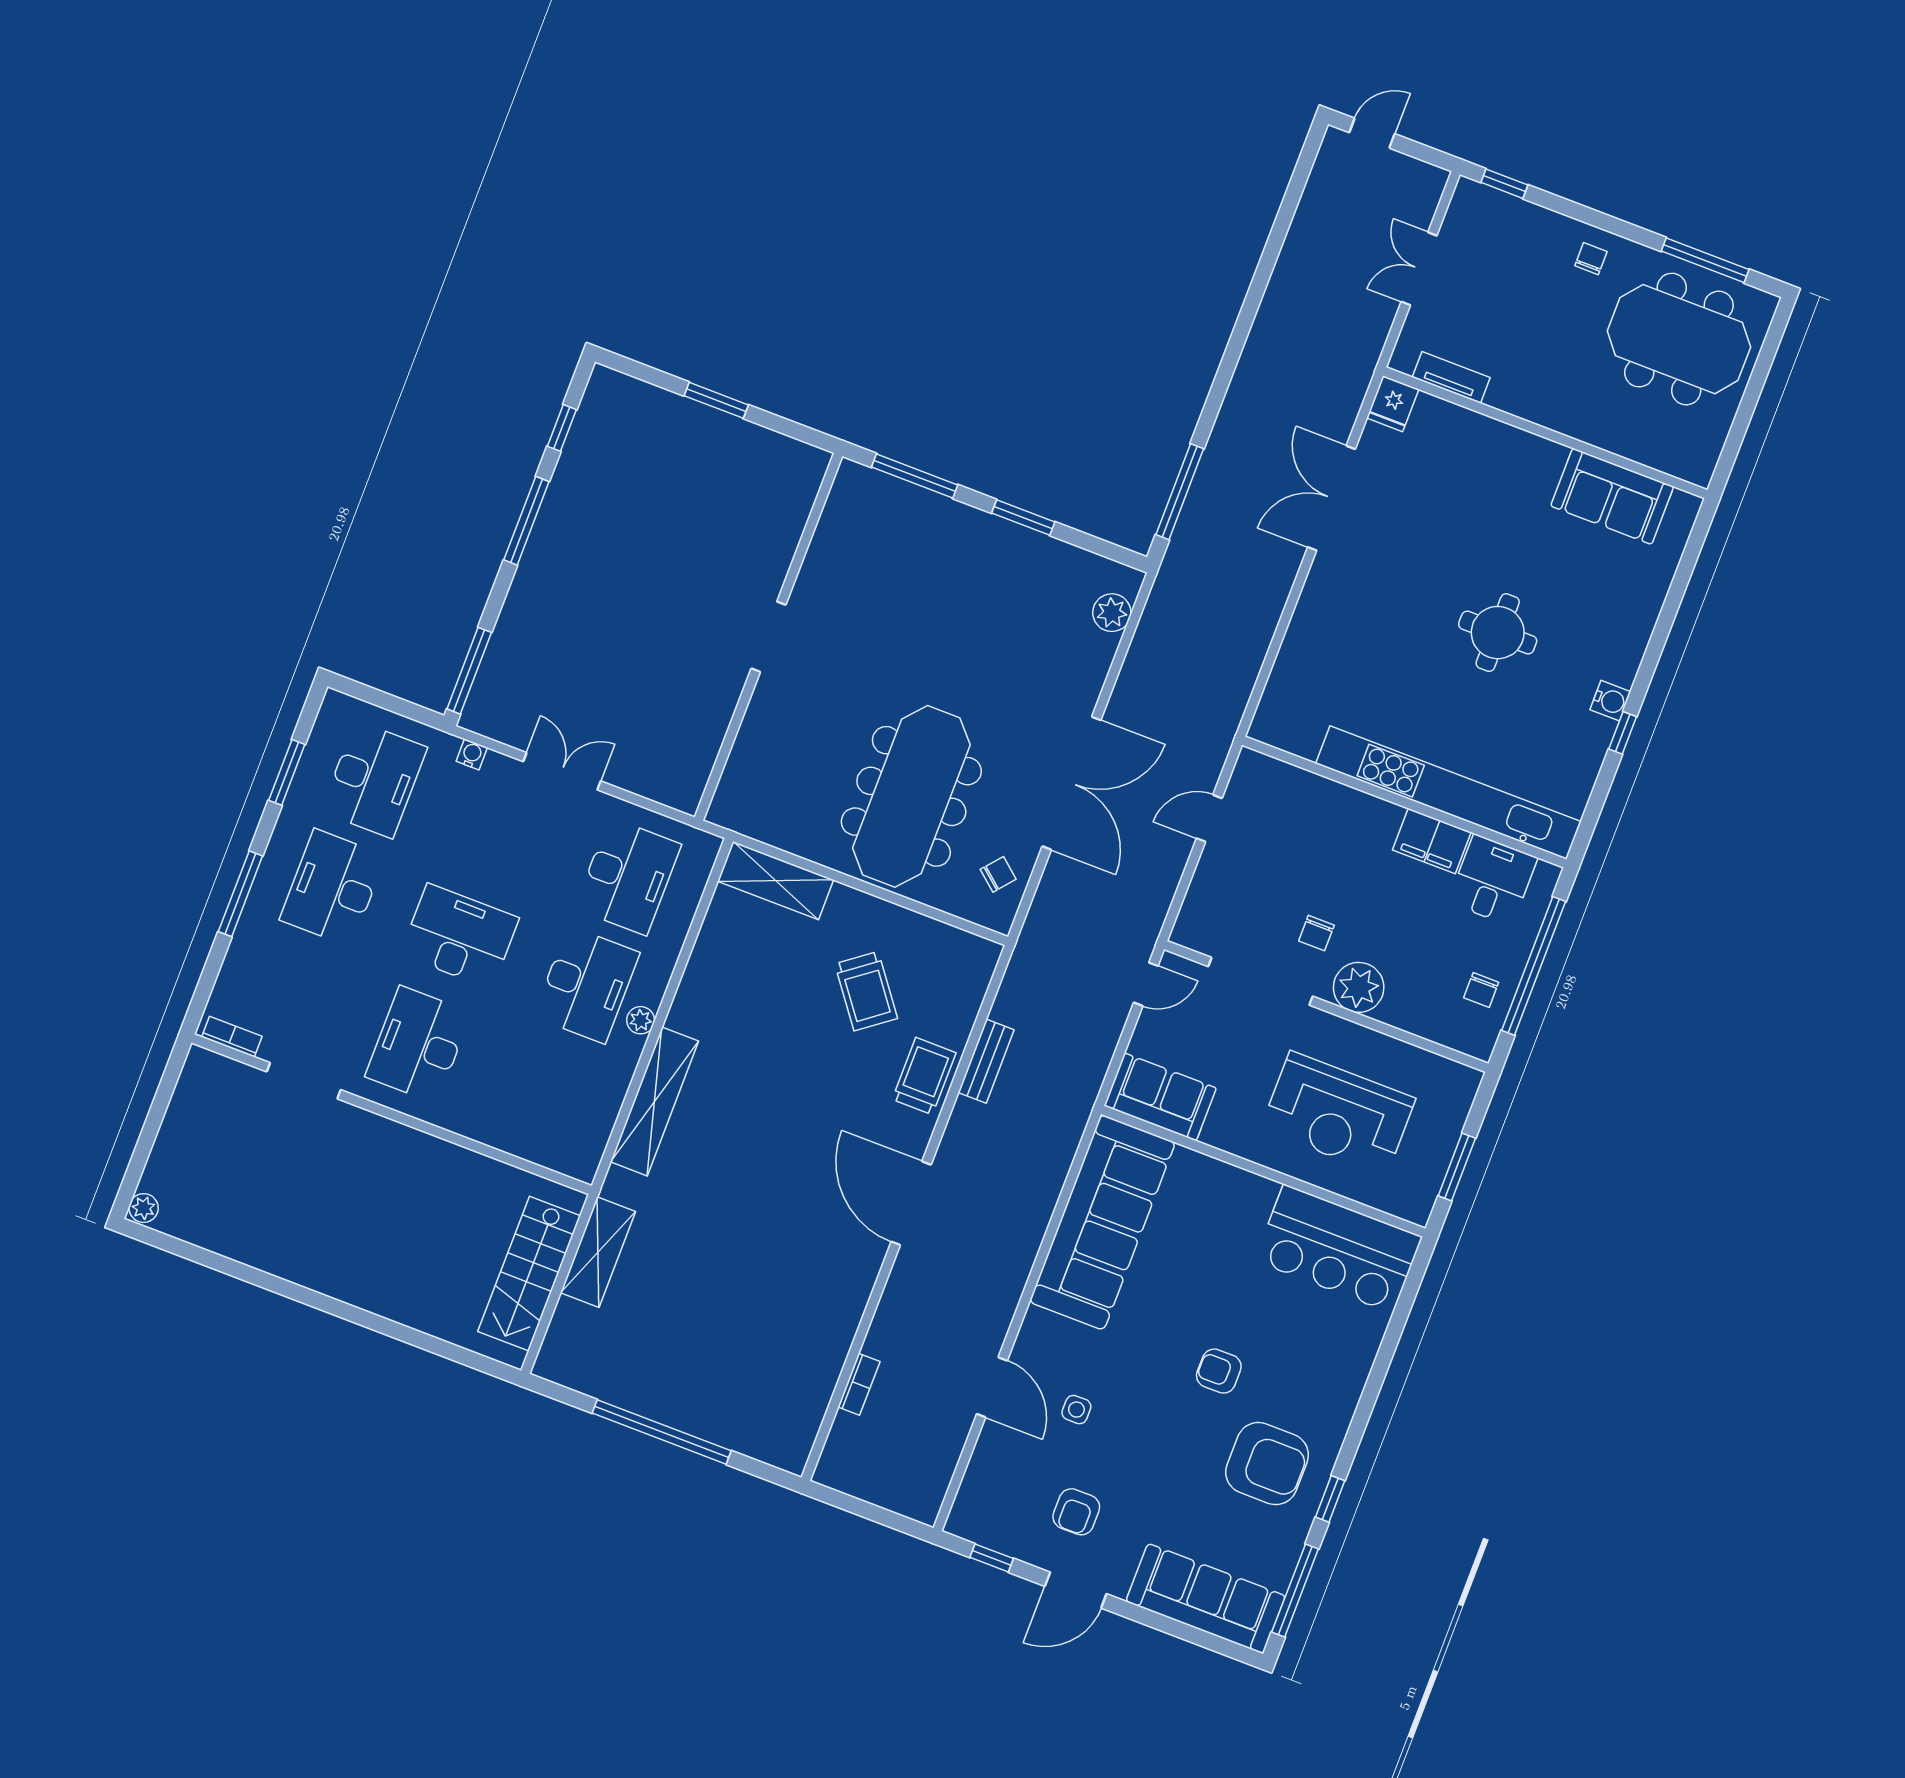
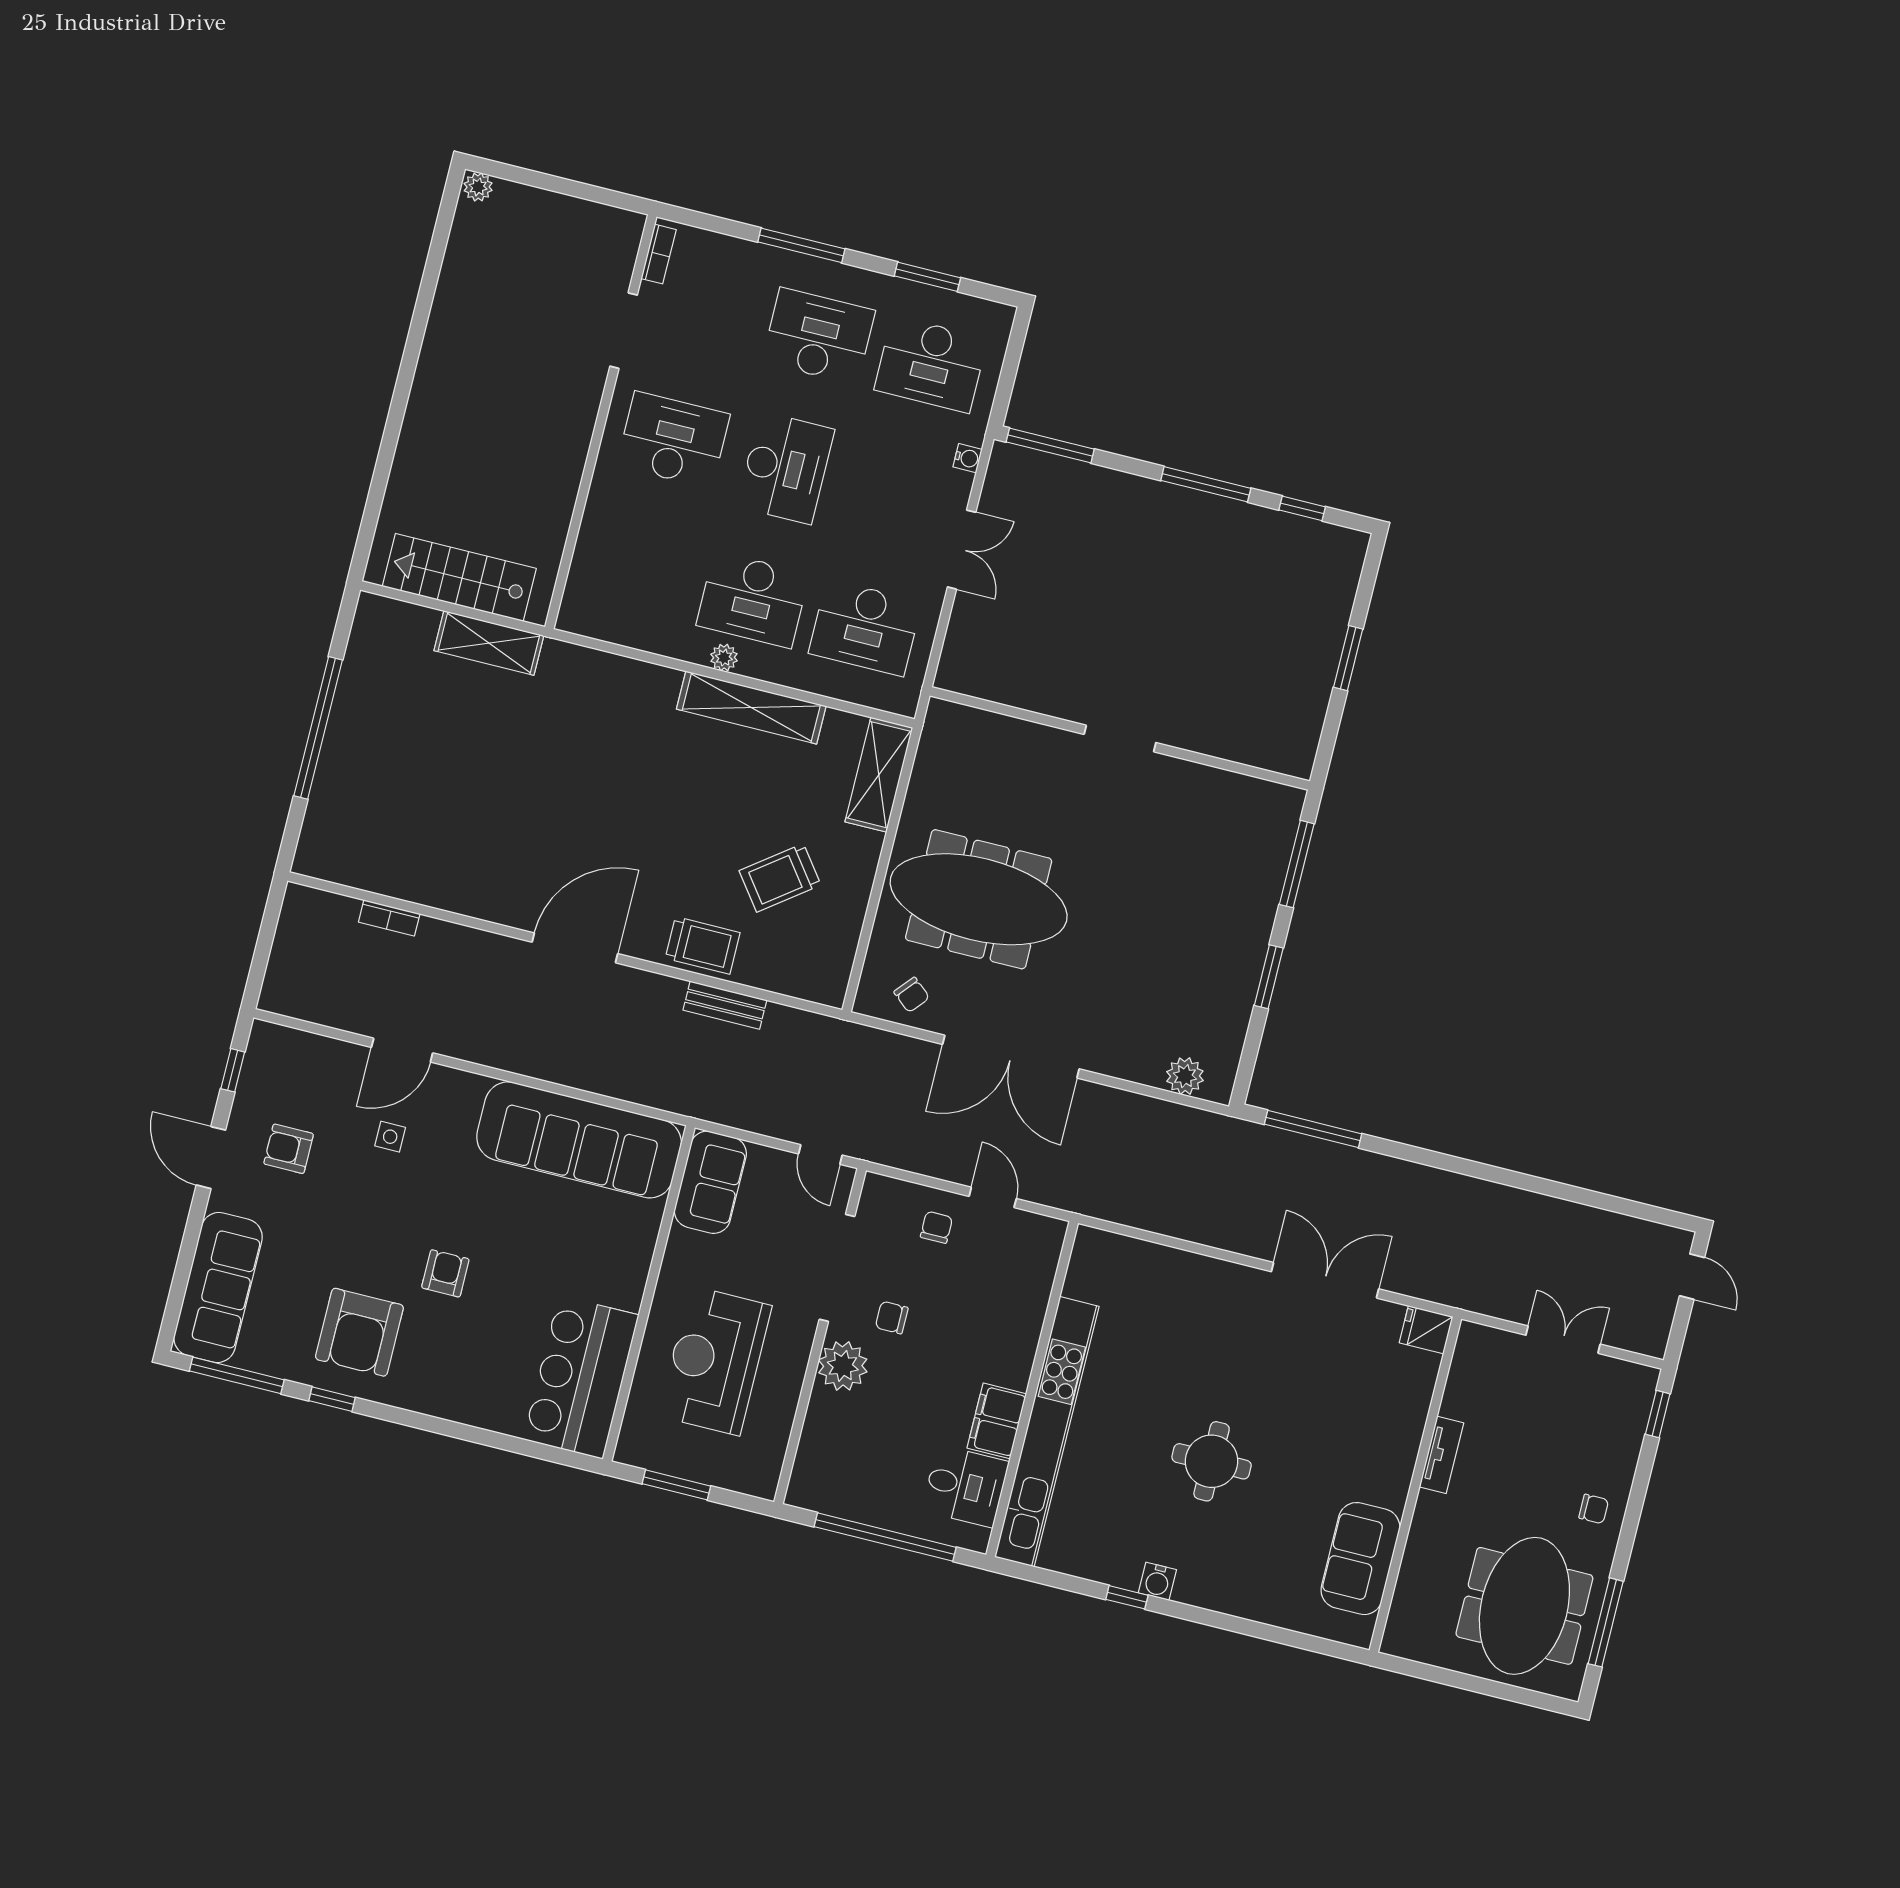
tv unit: (1451, 377) -> (1442, 1455), moved
chair: (1481, 990) -> (936, 1227), moved, turned 90
shelving: (654, 1101) -> (751, 708), moved

